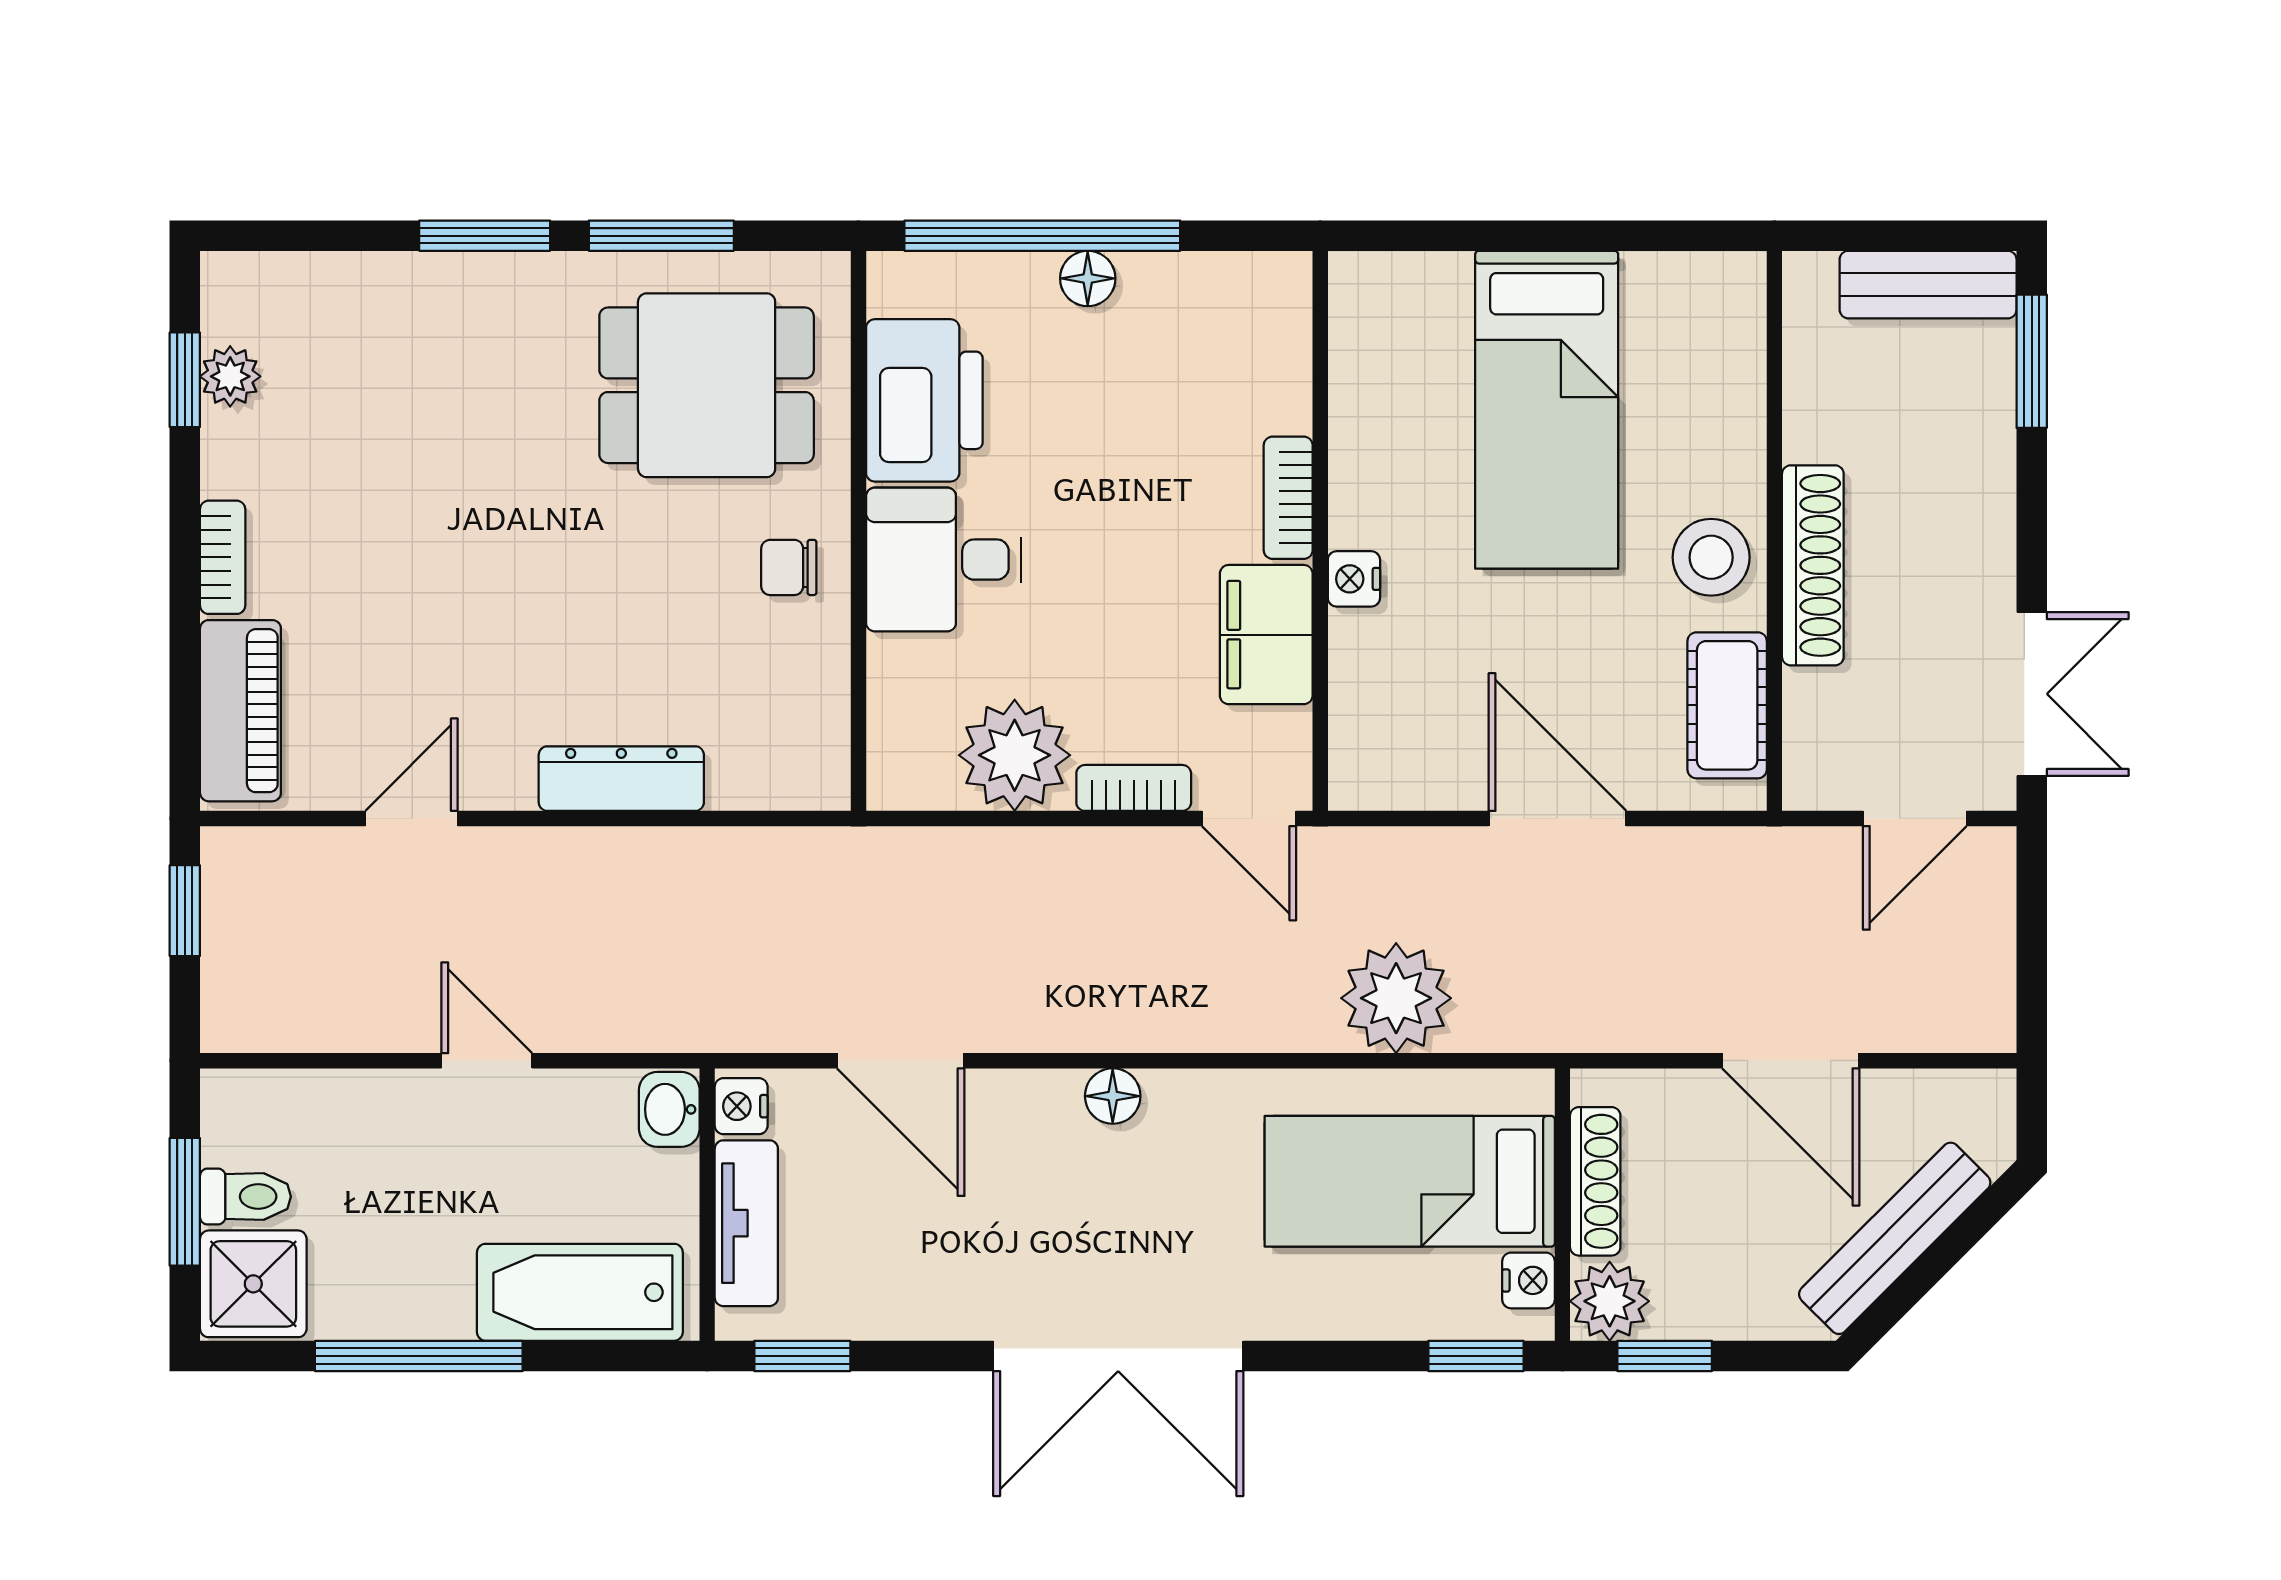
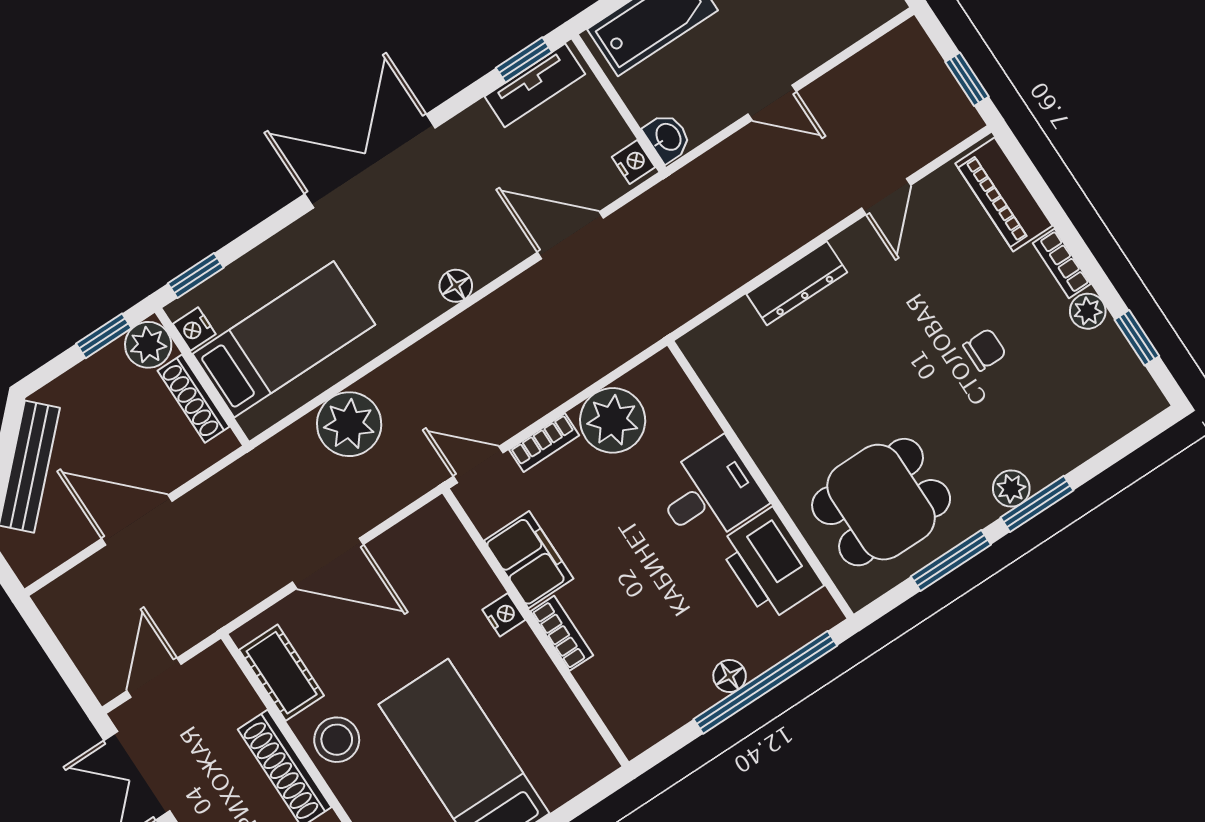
plant: (507, 282) -> (1011, 488), added
plant: (230, 376) -> (1088, 311), moved
chair: (789, 567) -> (985, 350), moved
tv unit: (746, 1223) -> (535, 85), moved, turned -90

